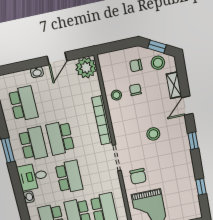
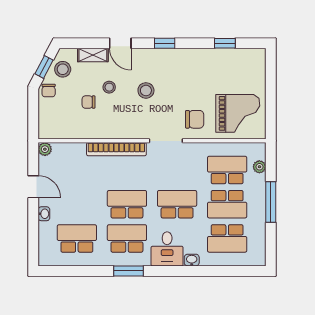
chair: (136, 66) -> (49, 90), moved
plant: (86, 68) -> (45, 149), width x0.53, depth x0.53
stool: (116, 95) -> (109, 87), moved
school desk: (60, 138) -> (127, 204), turned 180

